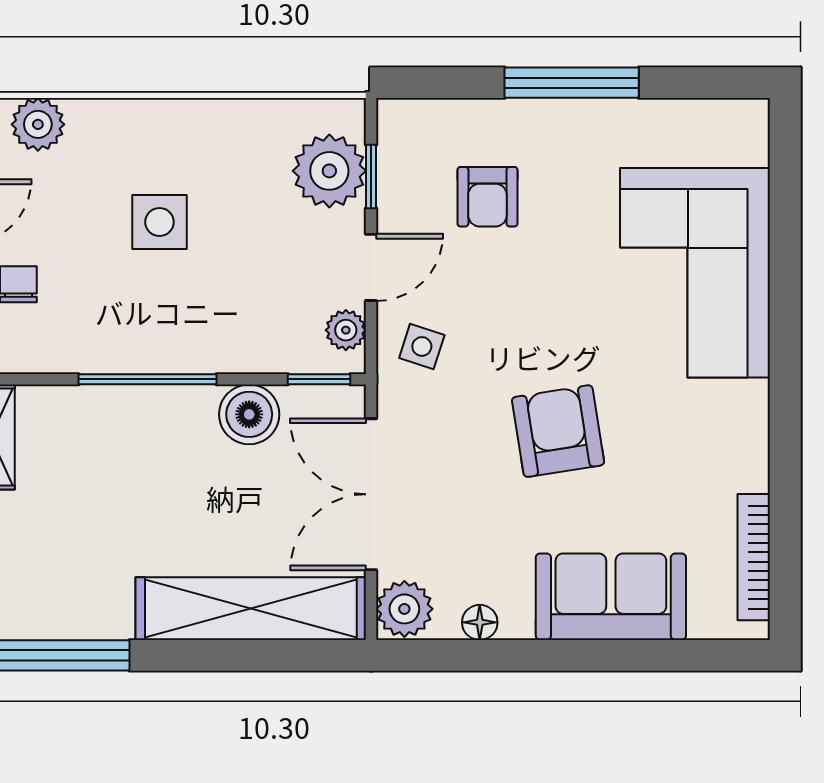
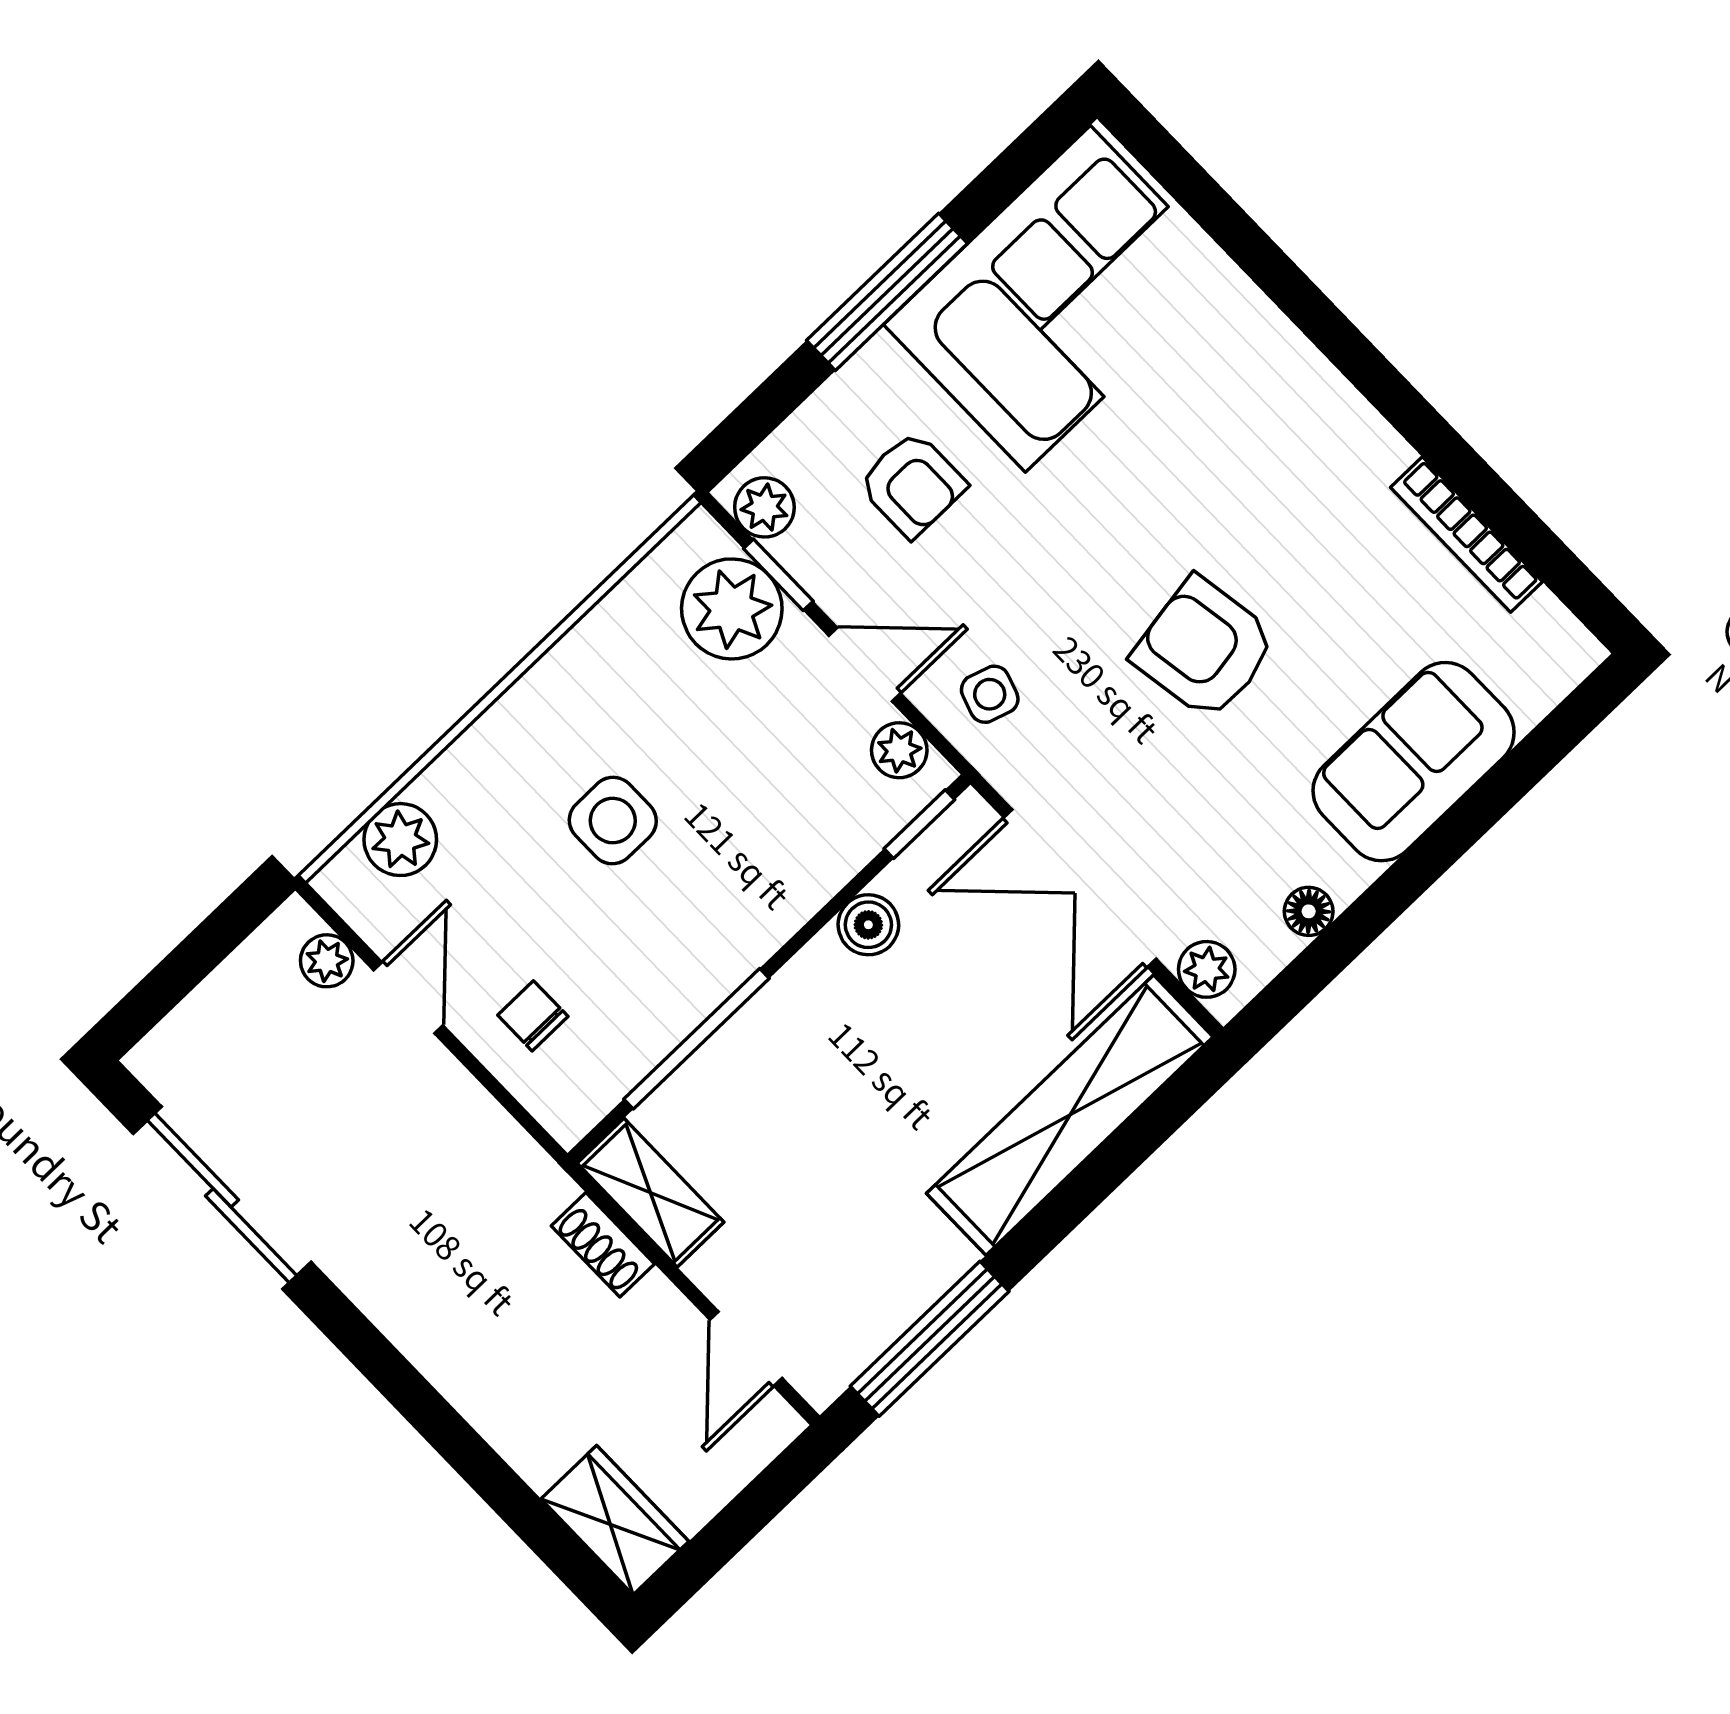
plant: (398, 134) -> (764, 507), added
door: (371, 267) -> (865, 664), hinge flipped
corner sofa: (695, 273) -> (1058, 299), moved, turned -90
window: (147, 379) -> (696, 1039), moved
boiler: (249, 414) -> (868, 925), width x0.73, depth x0.73
bookcase: (754, 557) -> (1466, 534), moved
plant: (404, 609) -> (1207, 969), width x0.73, depth x0.73

